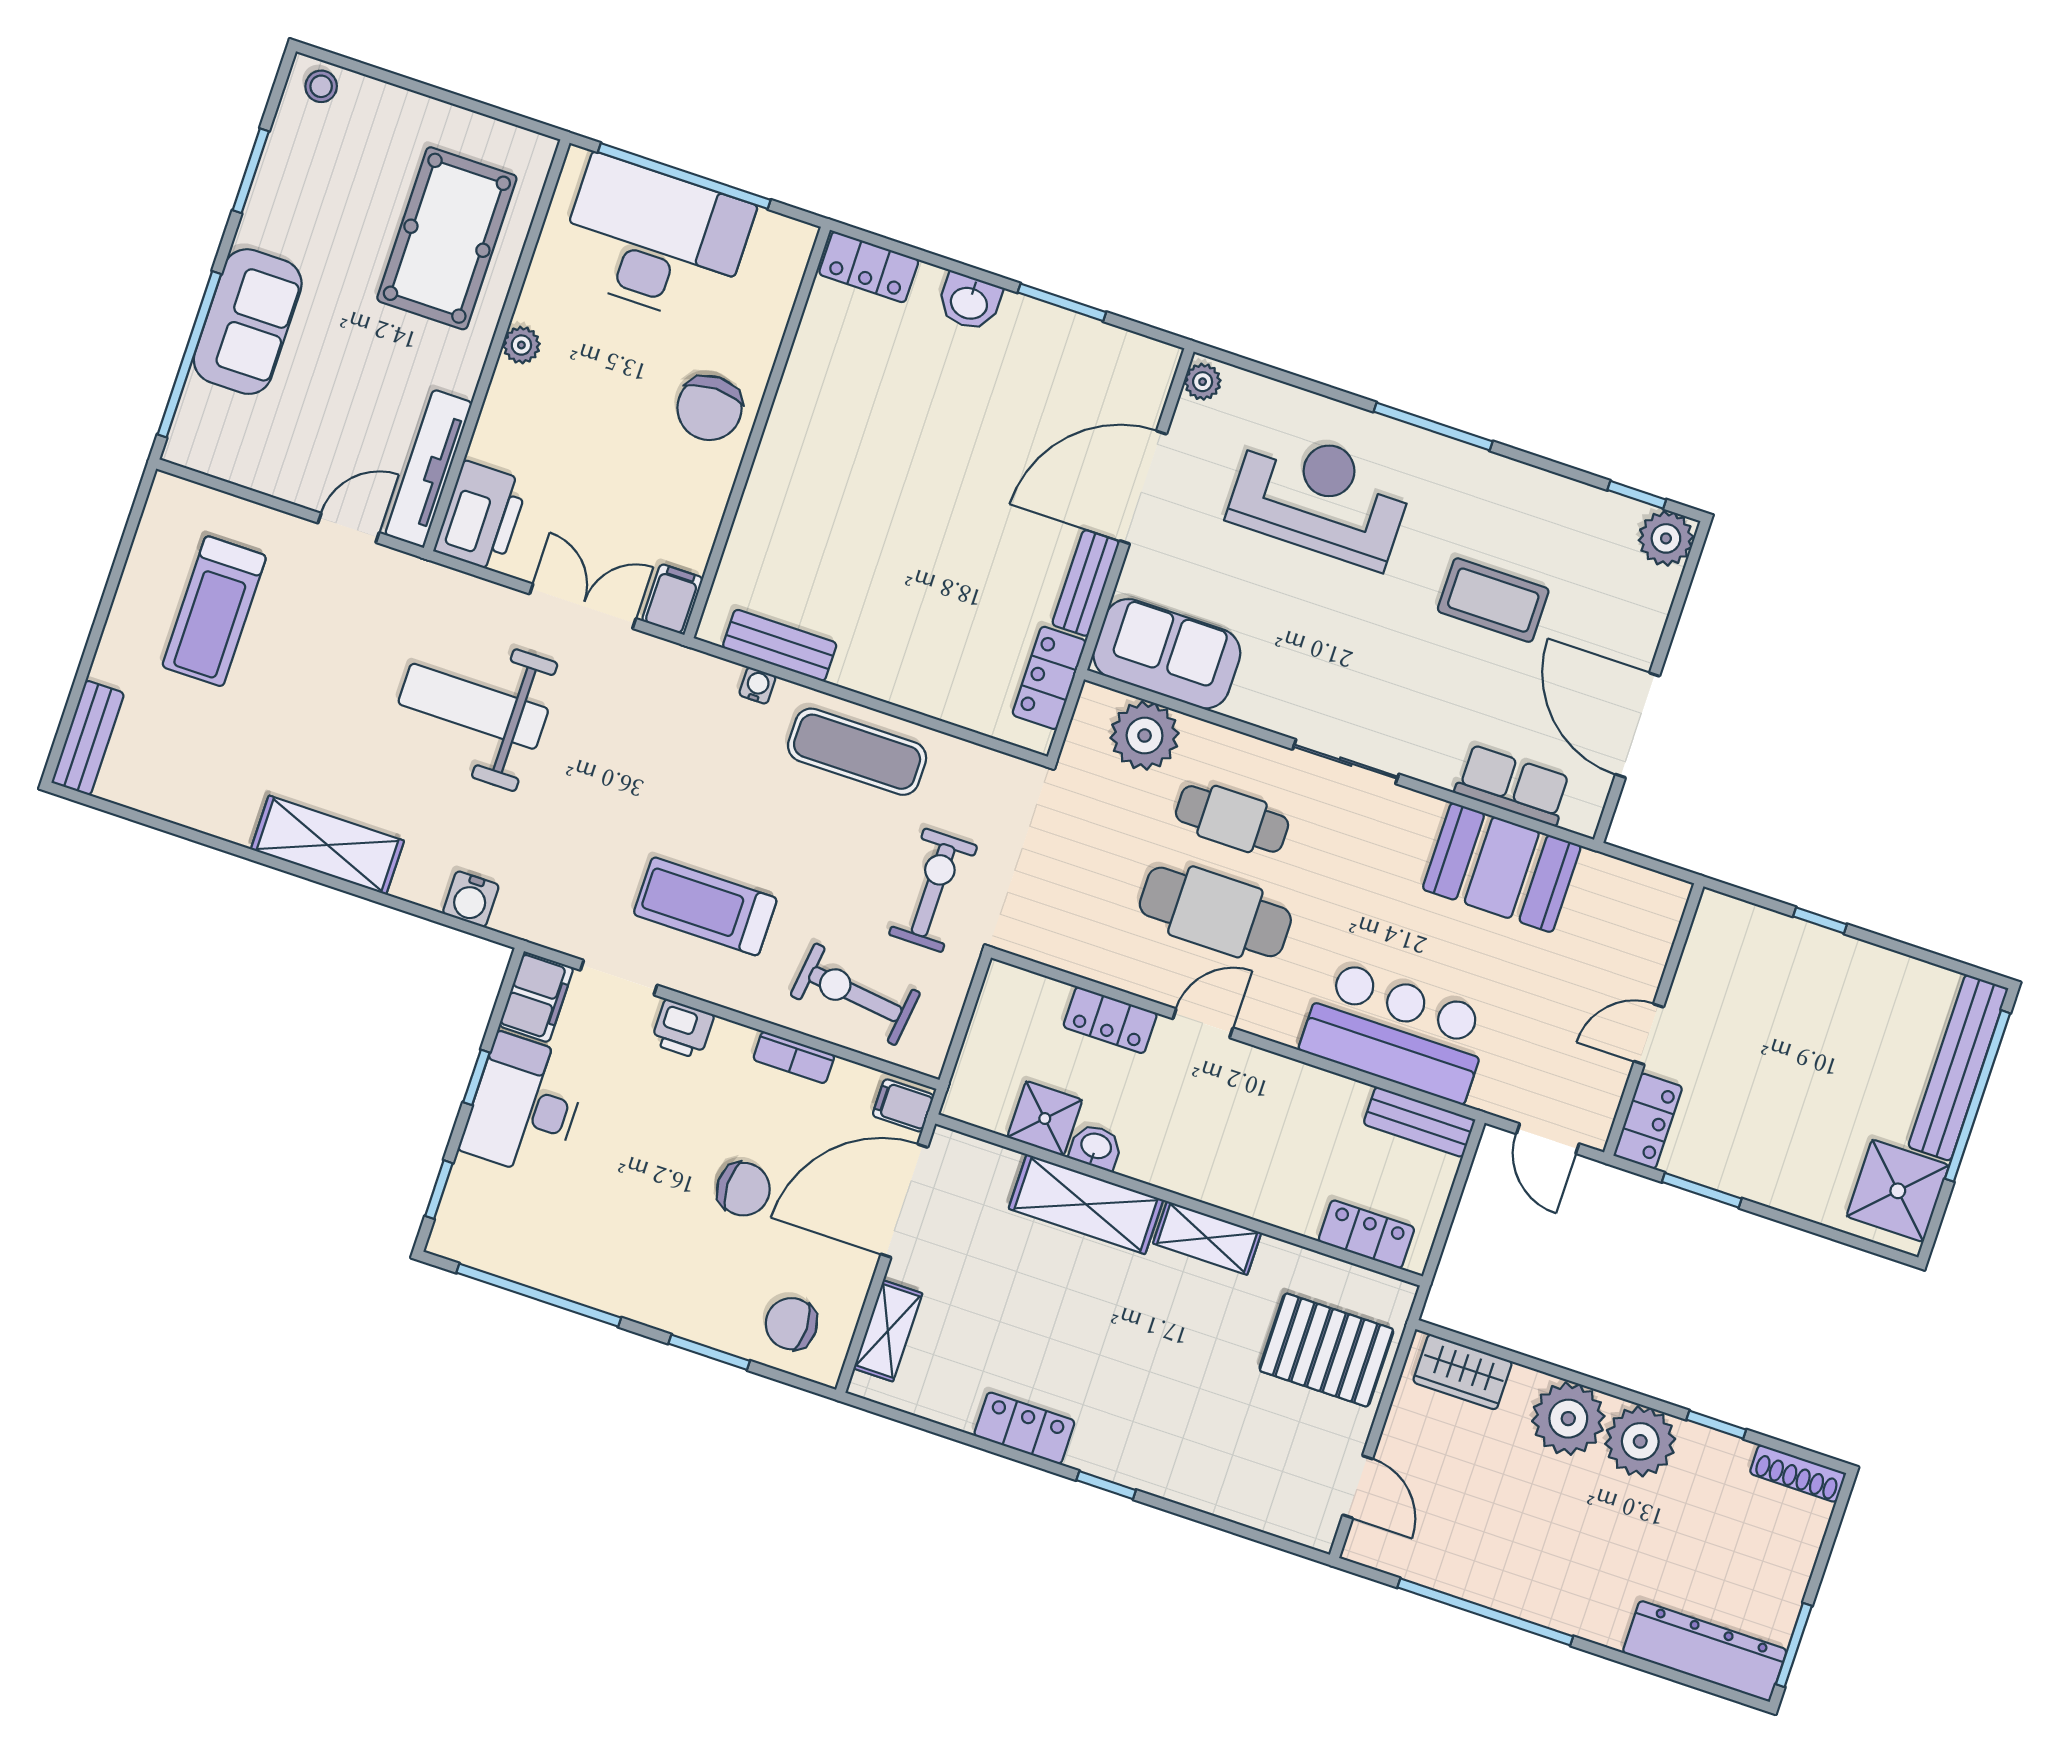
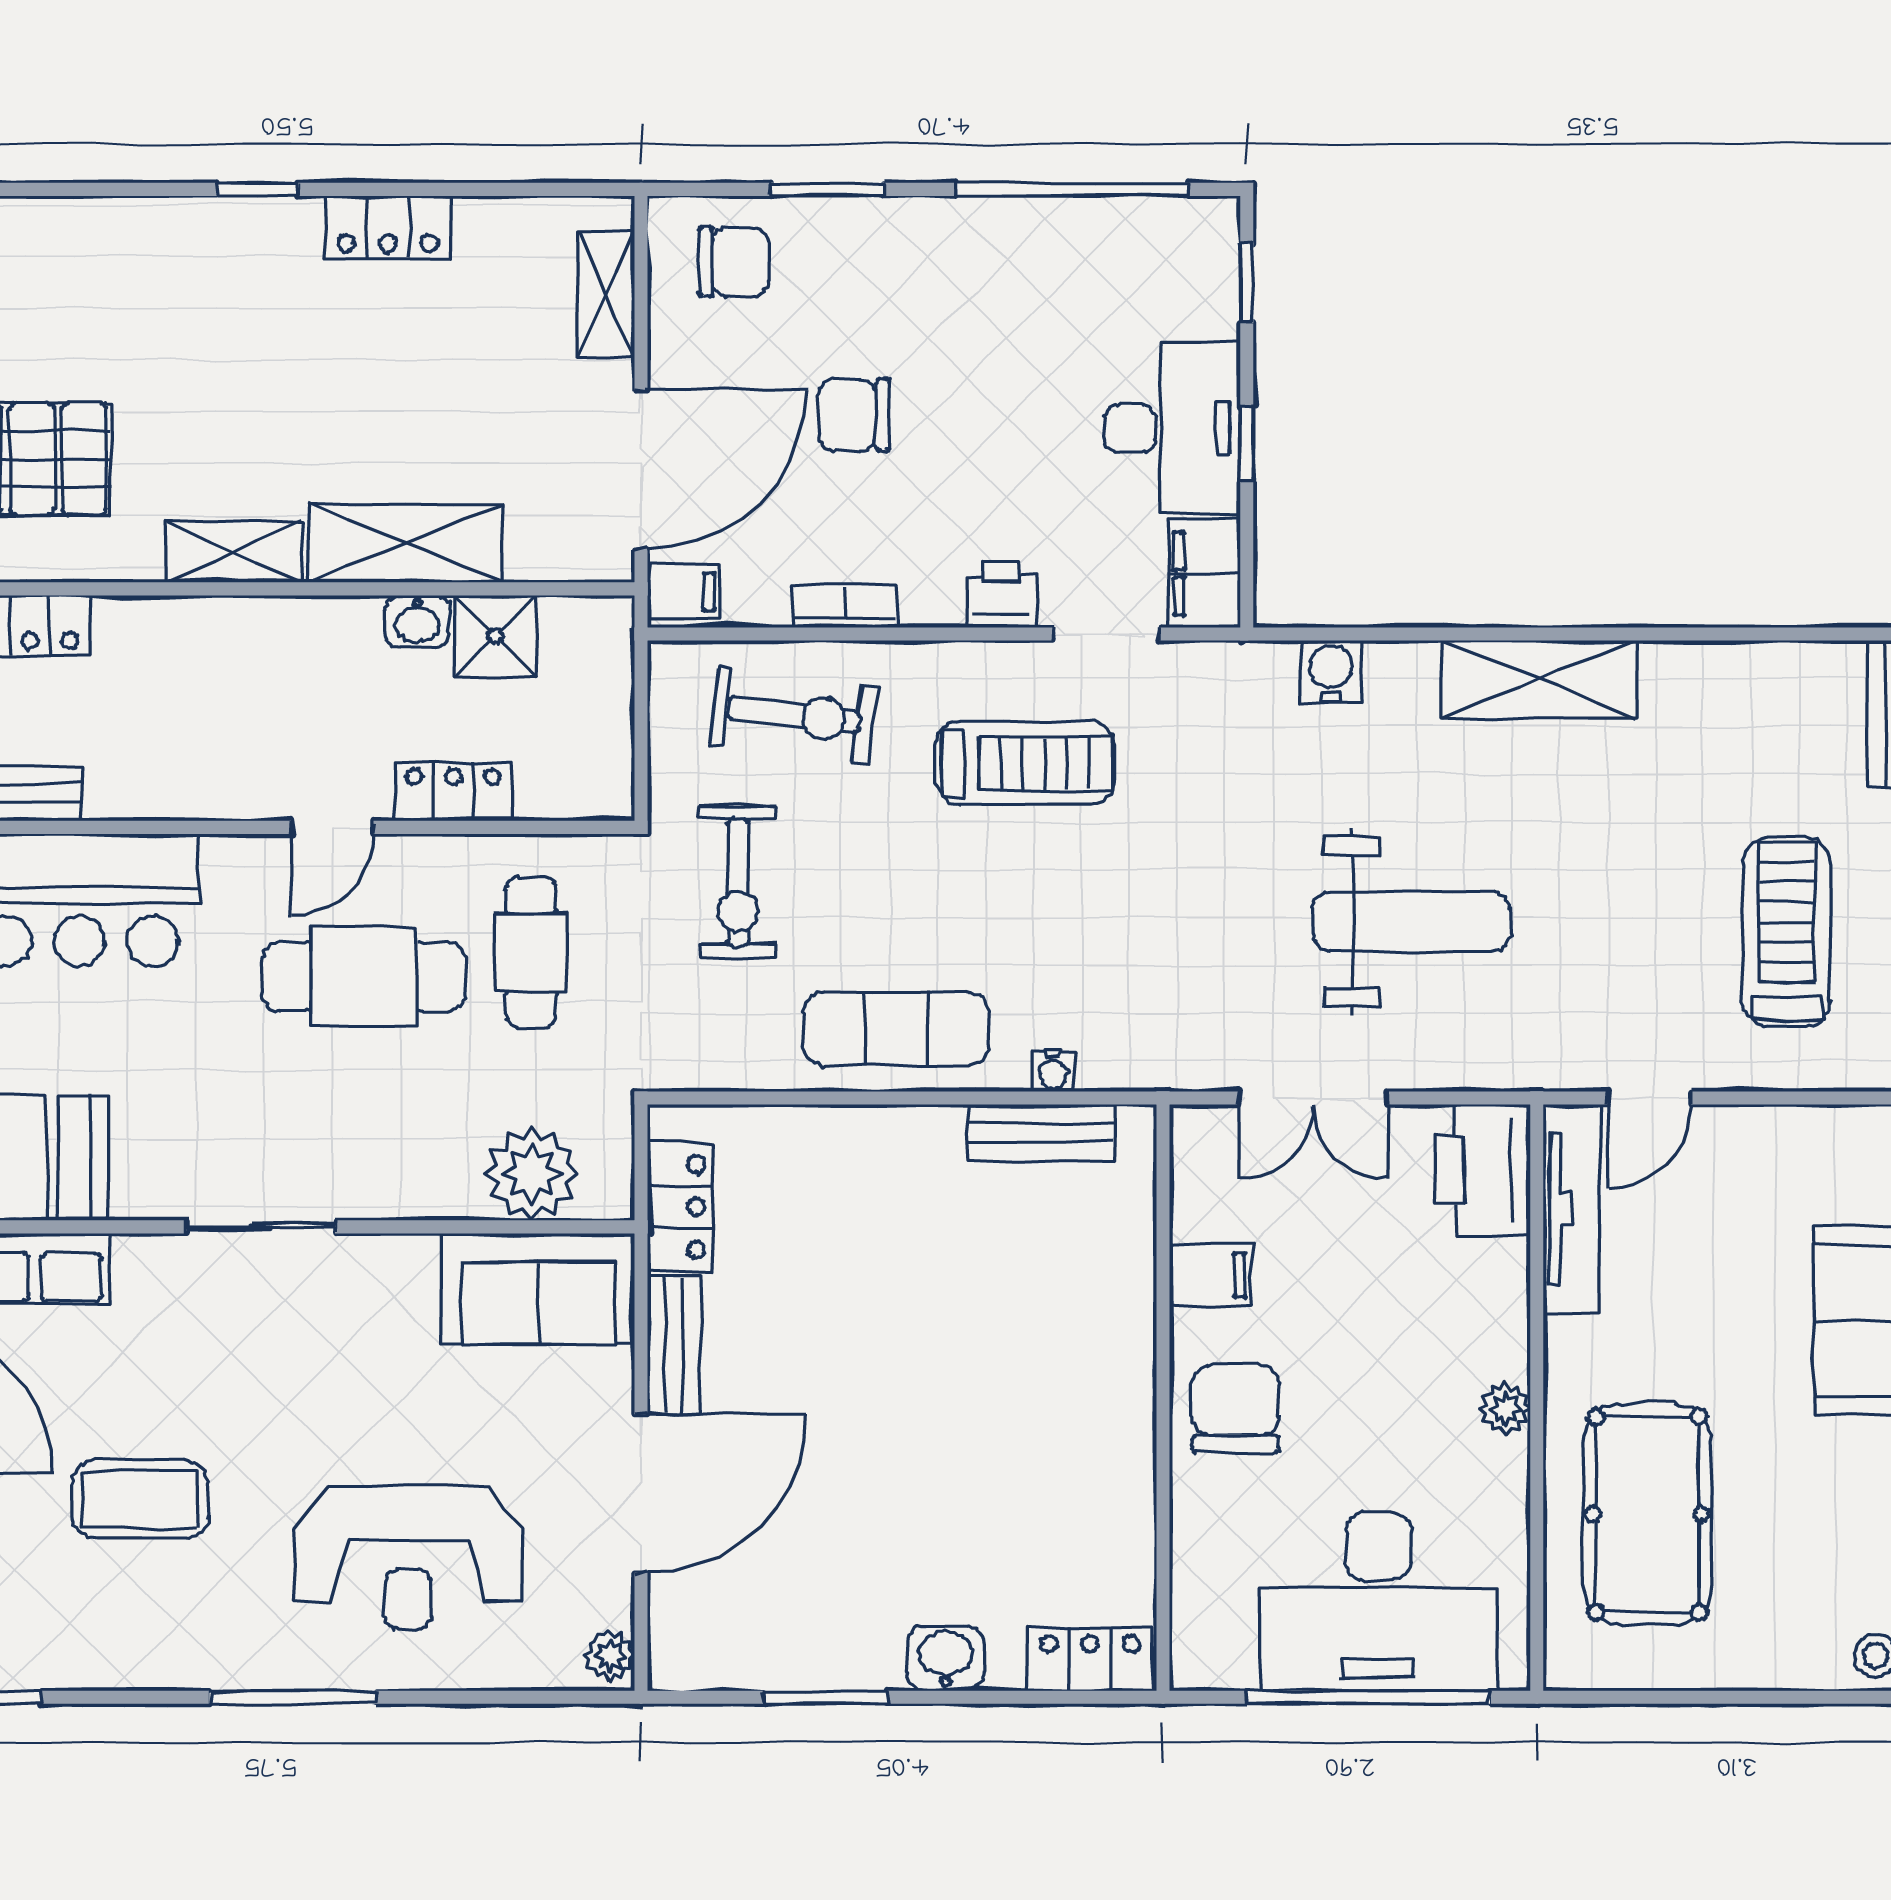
filing cabinet: (672, 599) -> (1211, 1275), moved, turned -90
cafe table: (1232, 819) -> (531, 952), moved, turned 90

